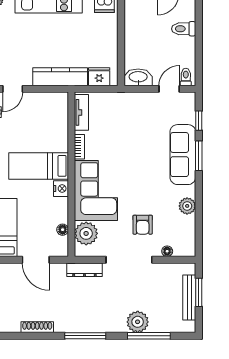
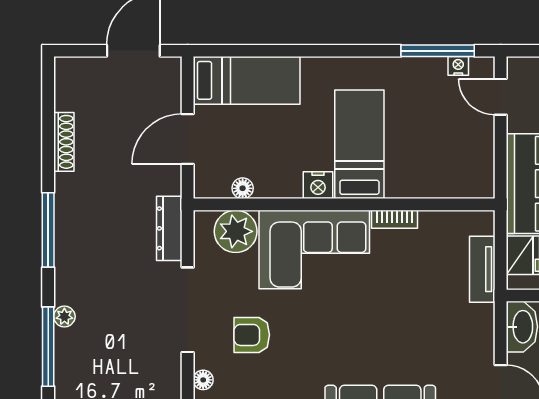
tv unit: (81, 112) -> (482, 269), moved, turned 90
plant: (138, 322) -> (64, 316), width x0.53, depth x0.53

